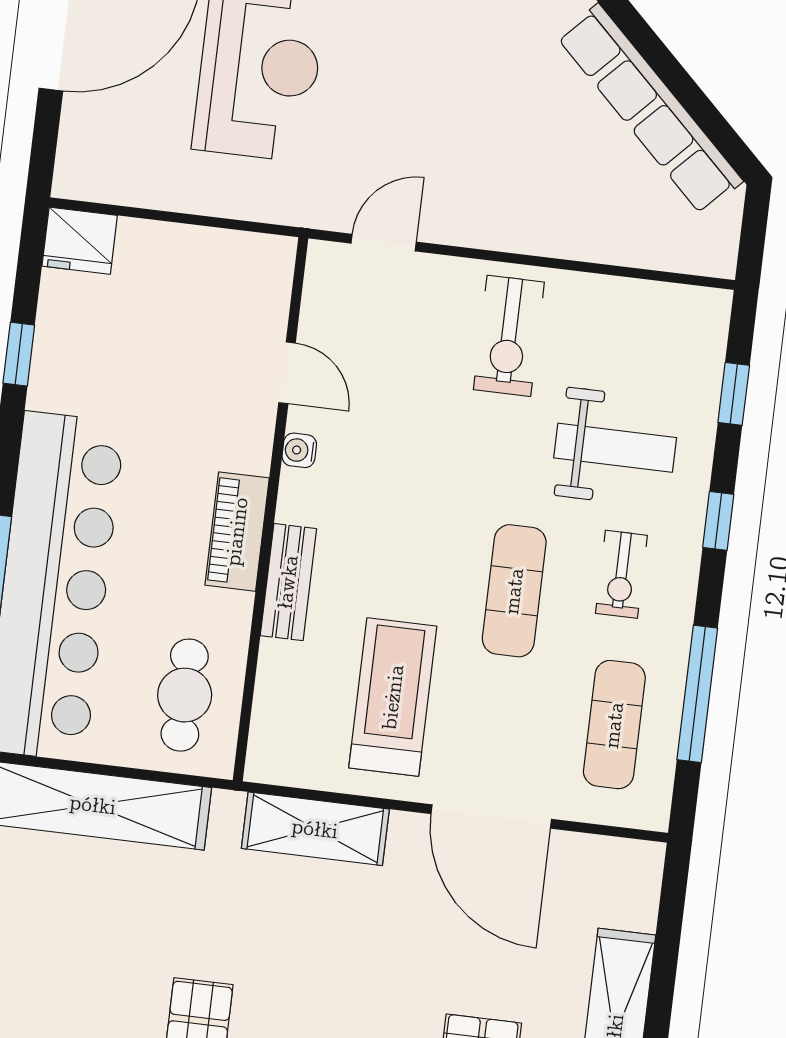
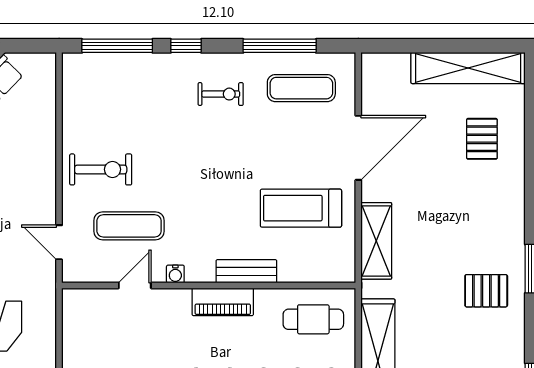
window: (734, 394) -> (117, 46), width x2.17
weight bench: (615, 448) -> (154, 106), removed
exercise mat: (514, 591) -> (129, 226), moved

